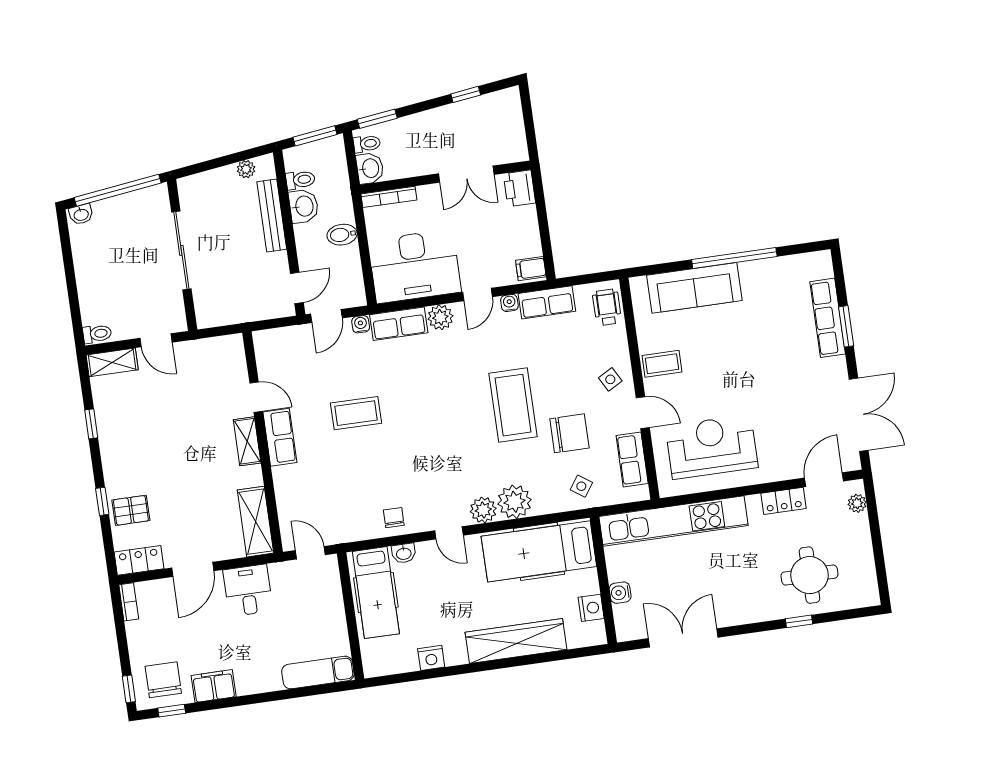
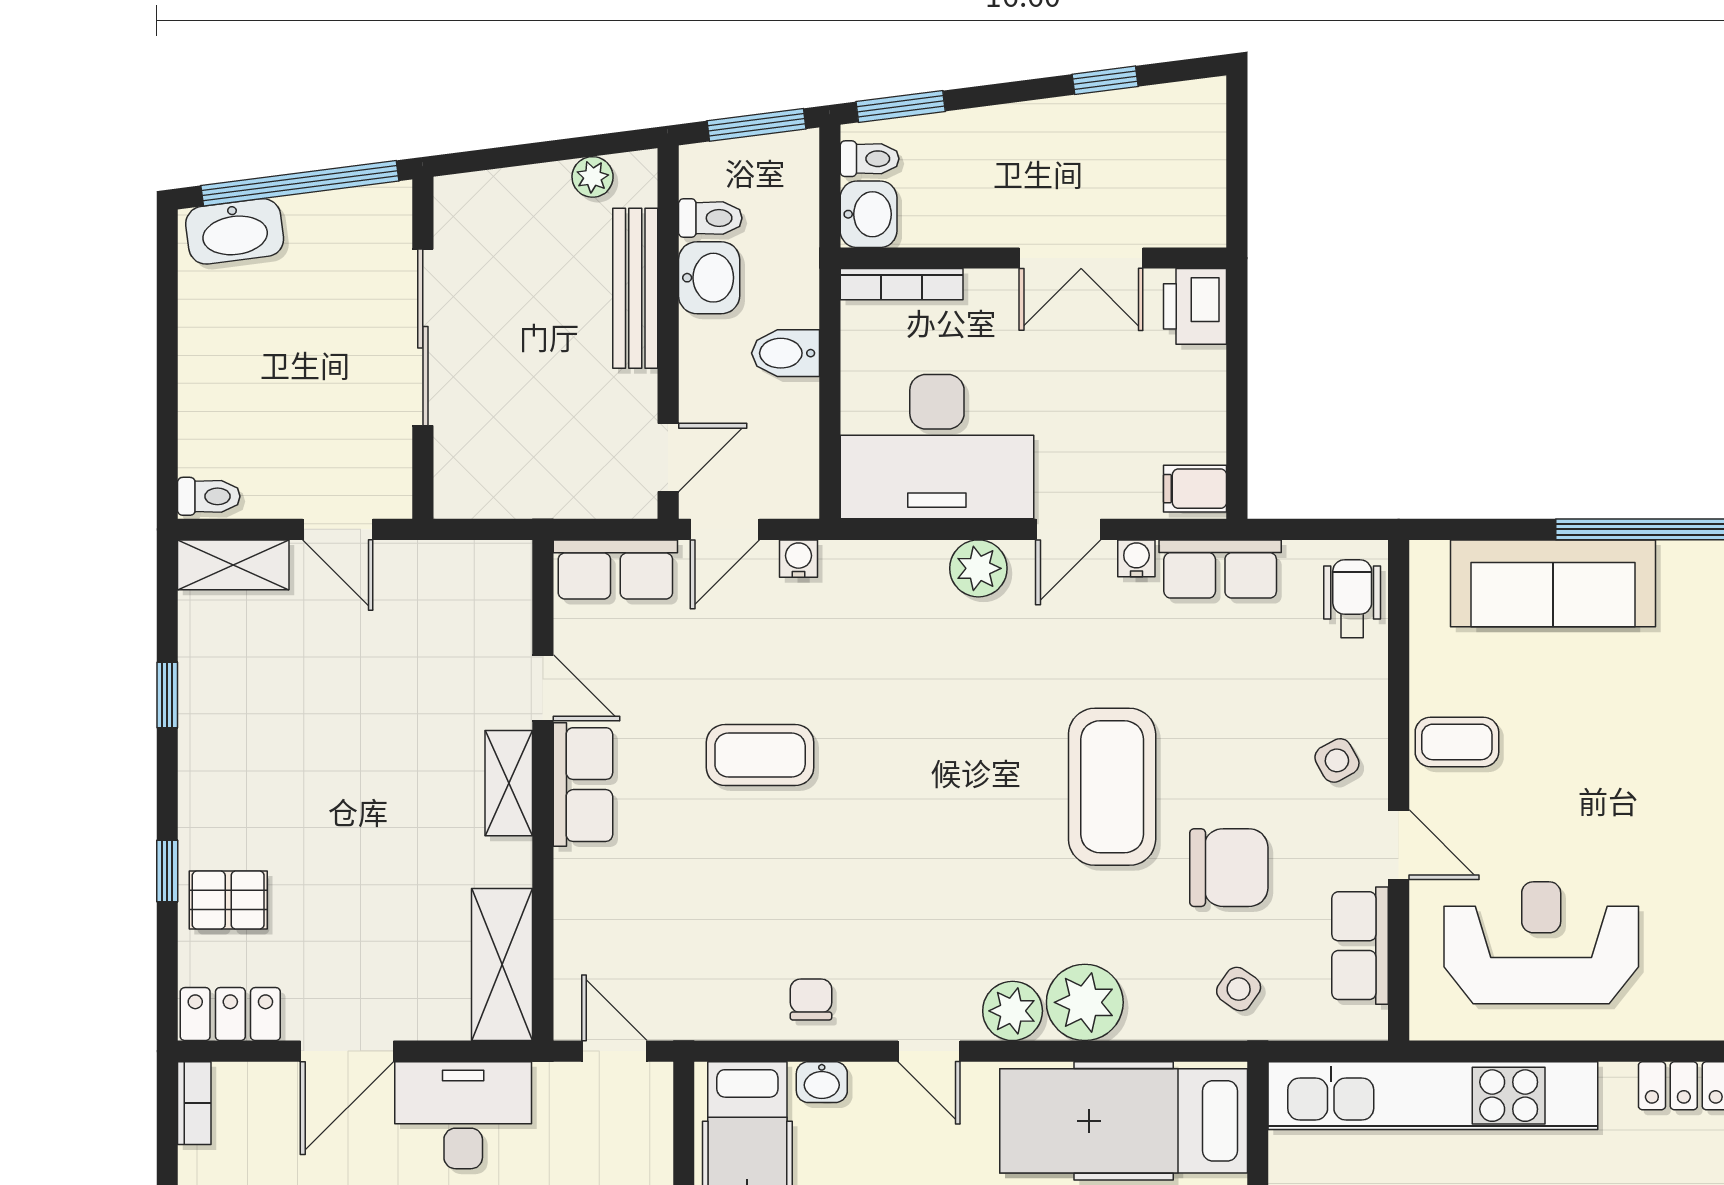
washbasin: (81, 214) -> (235, 231), width x1.91, depth x1.45
row of seats: (399, 324) -> (615, 569), moved
desk: (248, 590) -> (463, 1115), width x1.37

